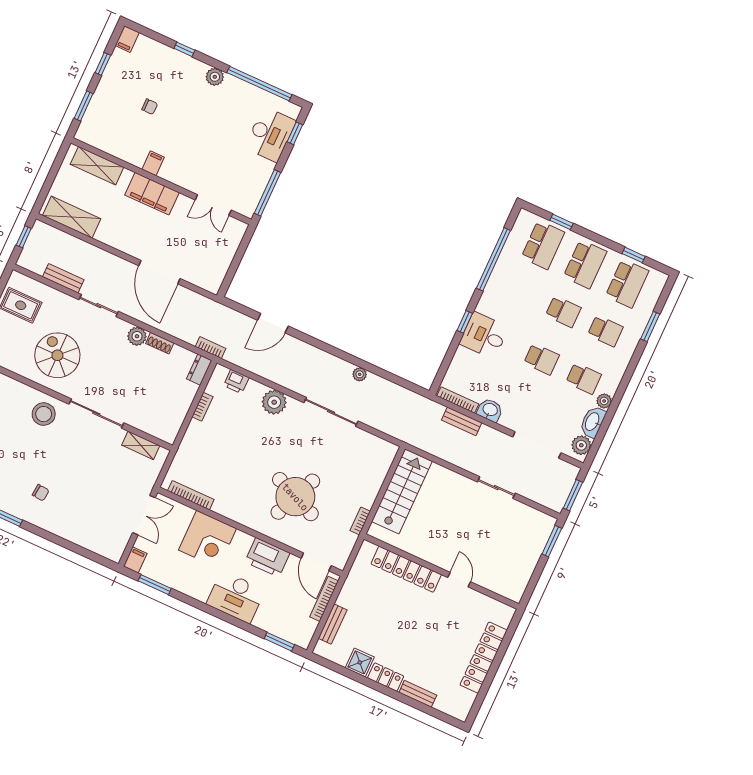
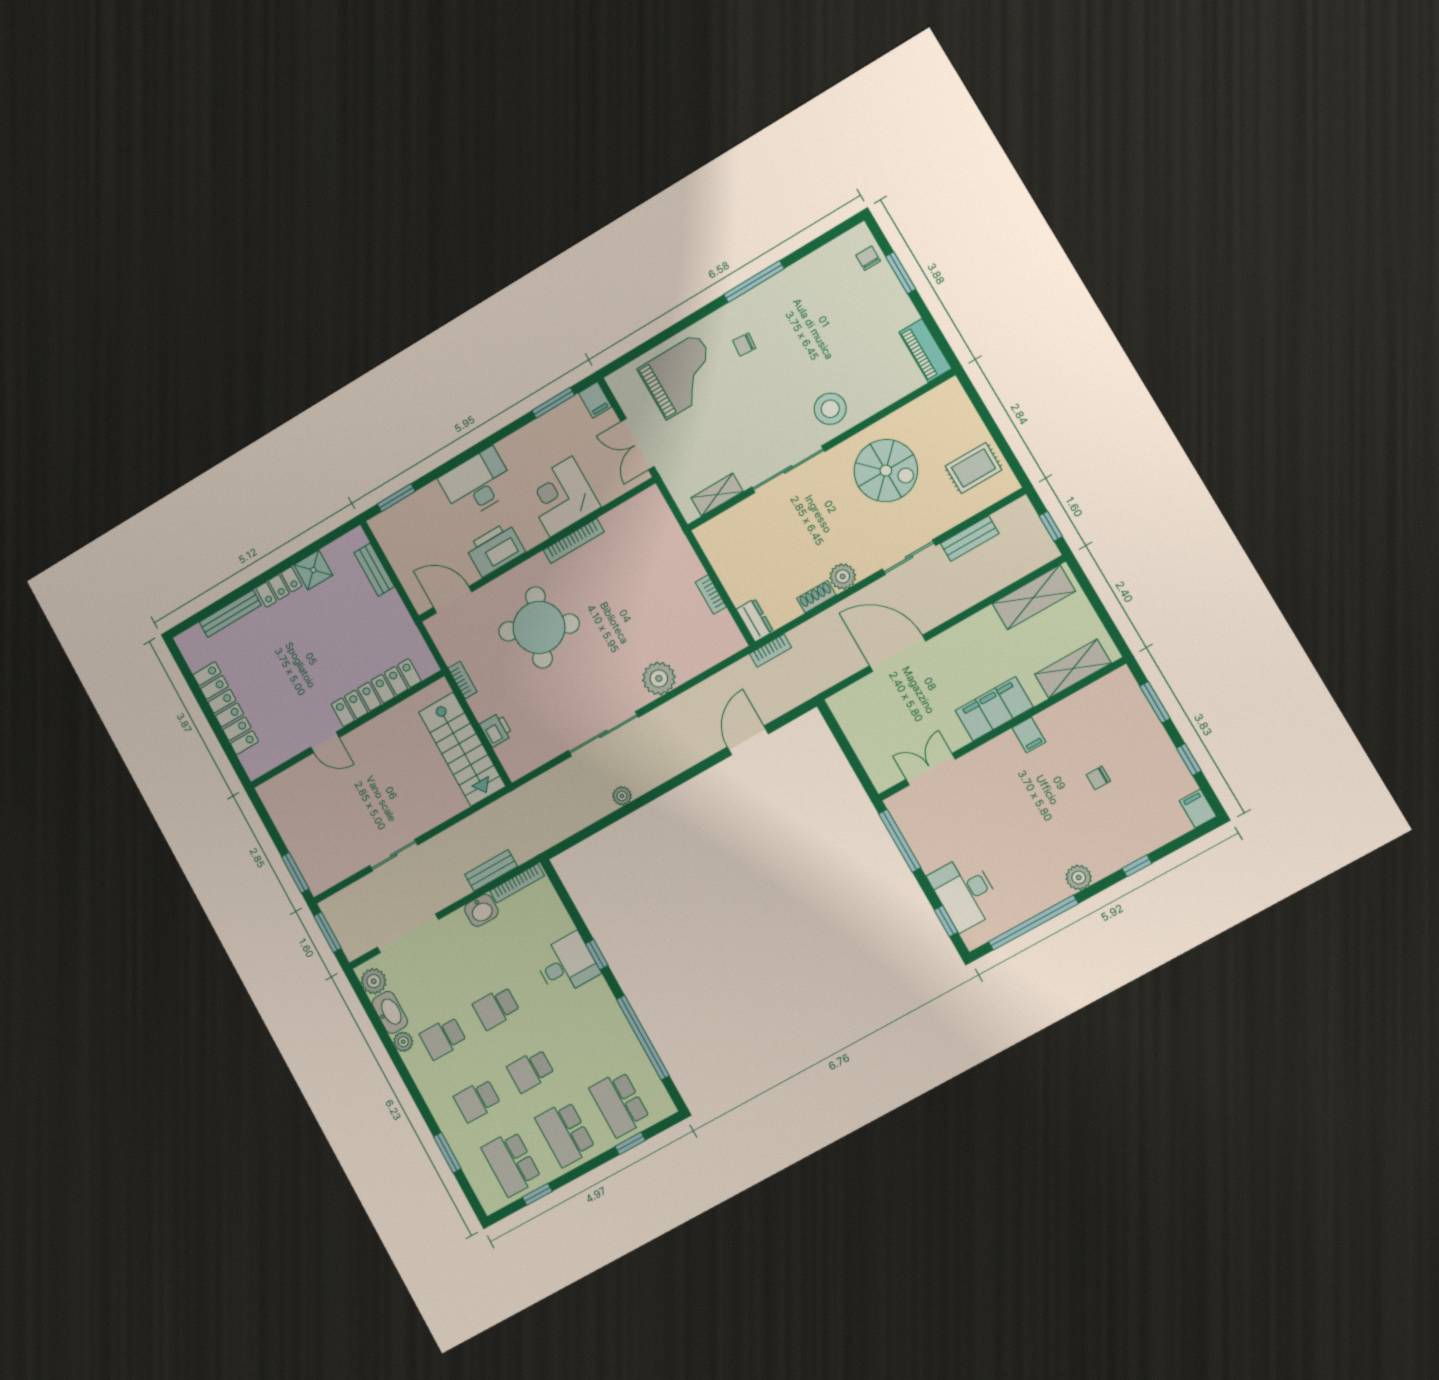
printer: (236, 381) -> (496, 730), moved, turned 90
bookcase: (191, 495) -> (574, 541), moved
grand piano: (85, 517) -> (682, 376), added
bookcase: (324, 599) -> (407, 580), removed
bench: (418, 694) -> (230, 614), width x1.36

